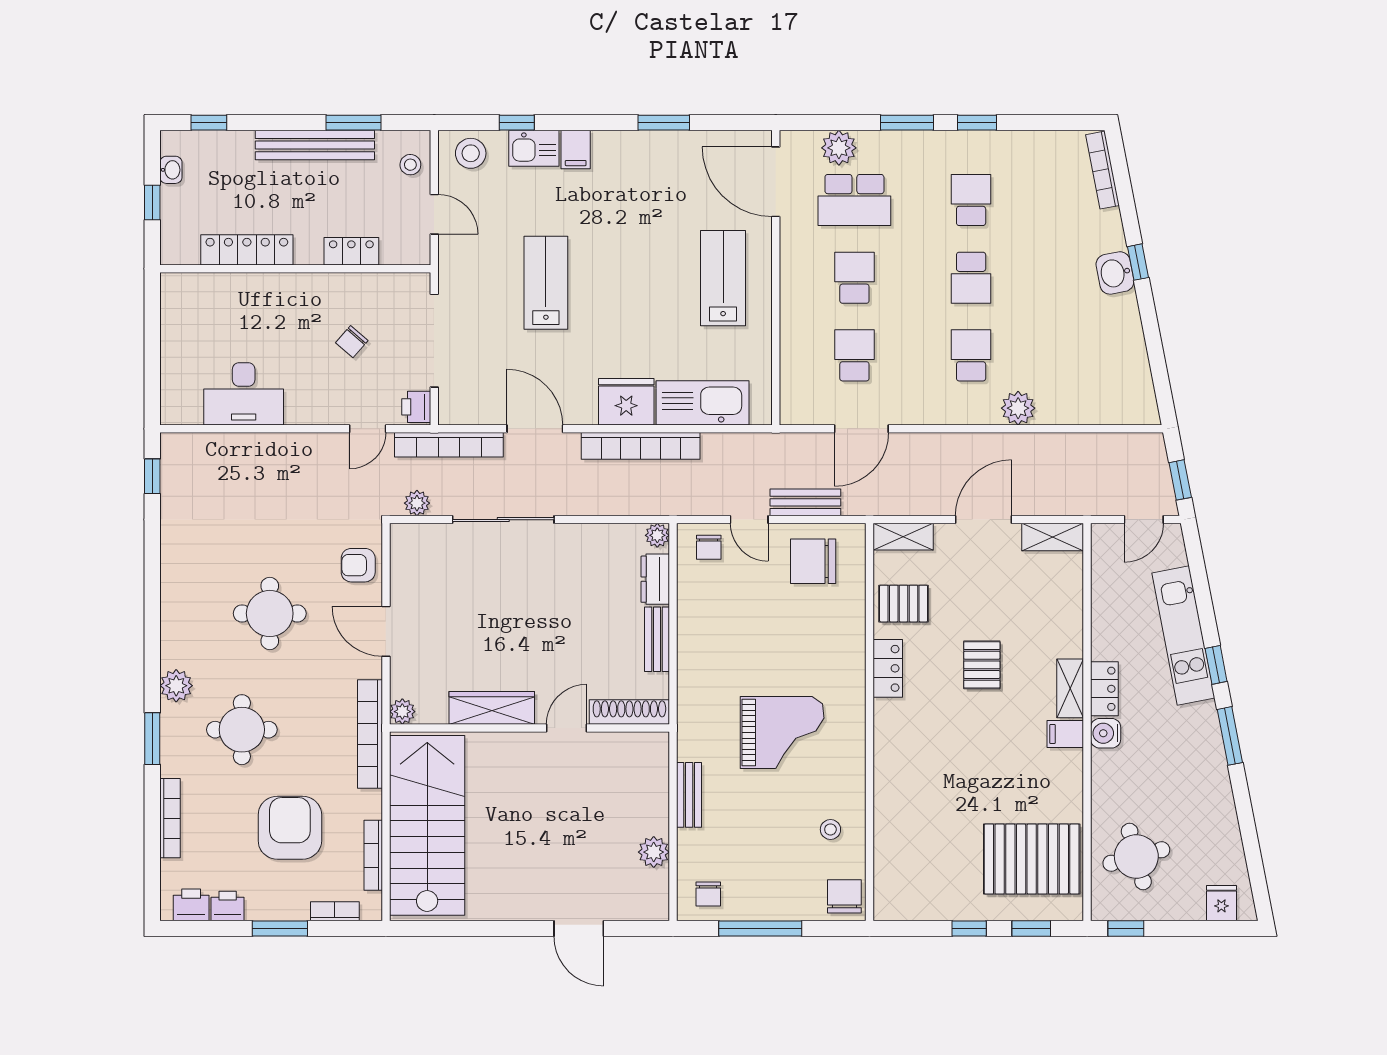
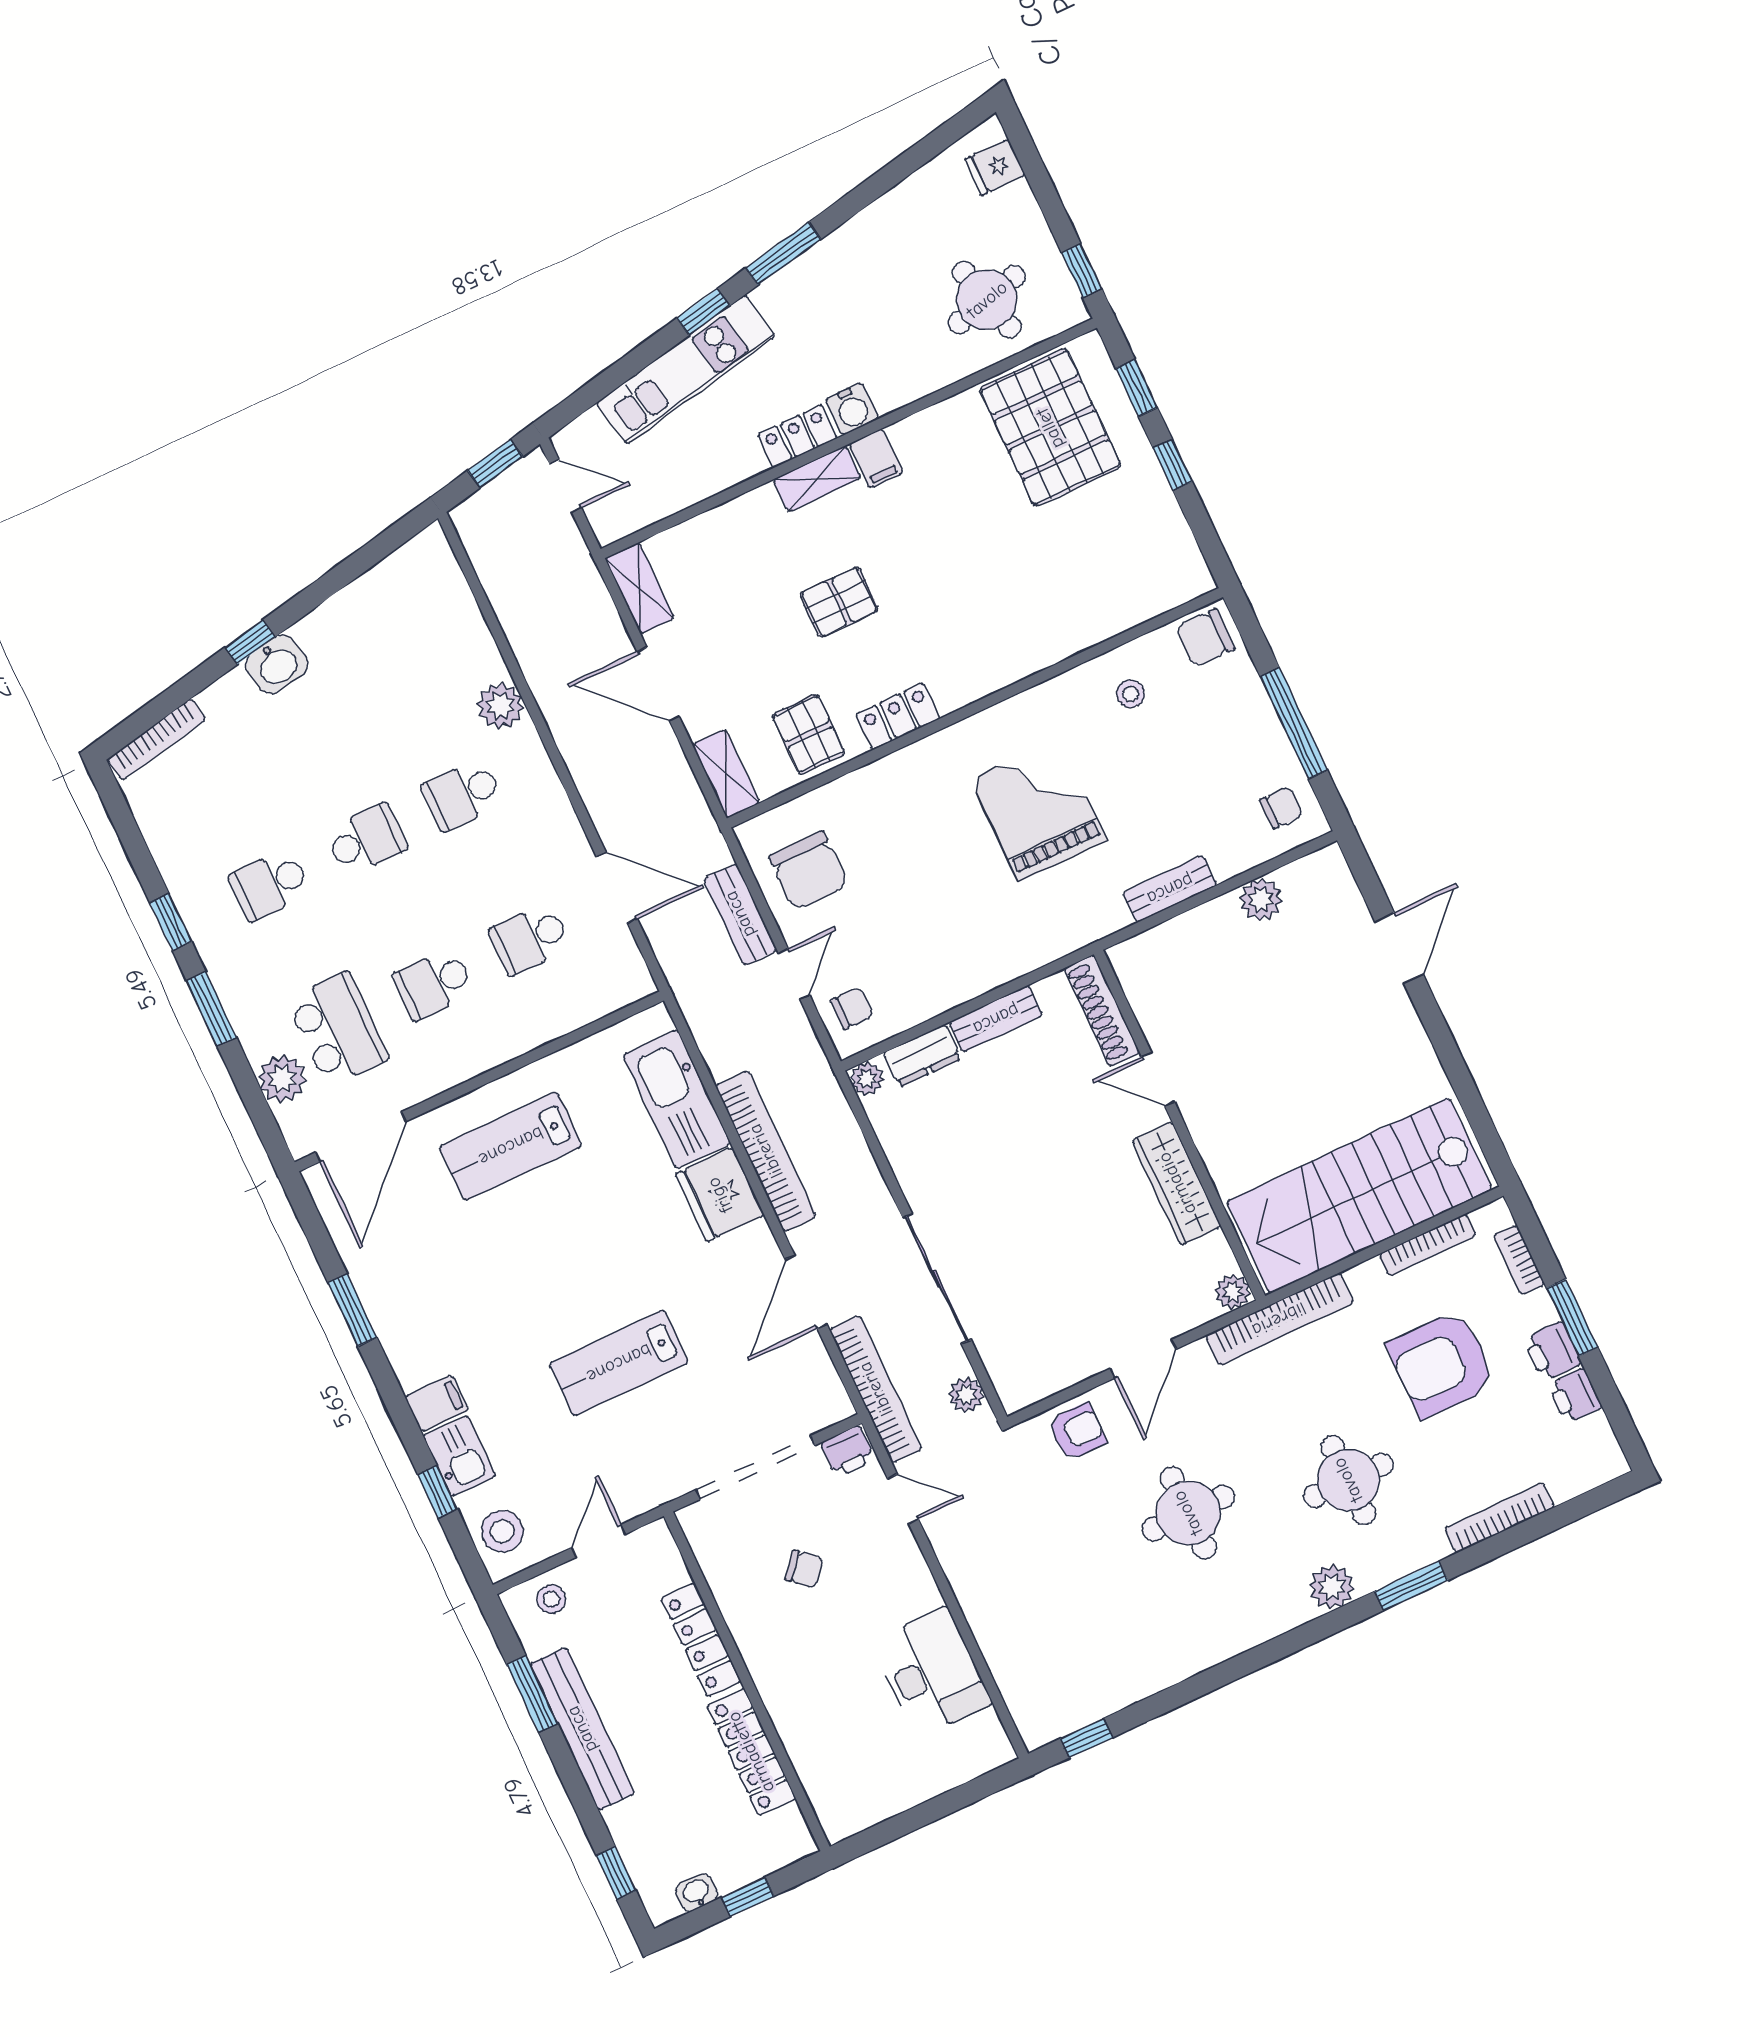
locker: (351, 251) -> (701, 1640), width x1.53
armchair: (358, 565) -> (1077, 1432), turned -90
printer: (191, 905) -> (1552, 1351), moved

